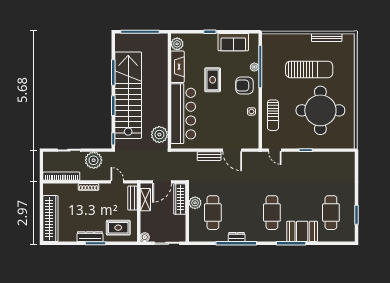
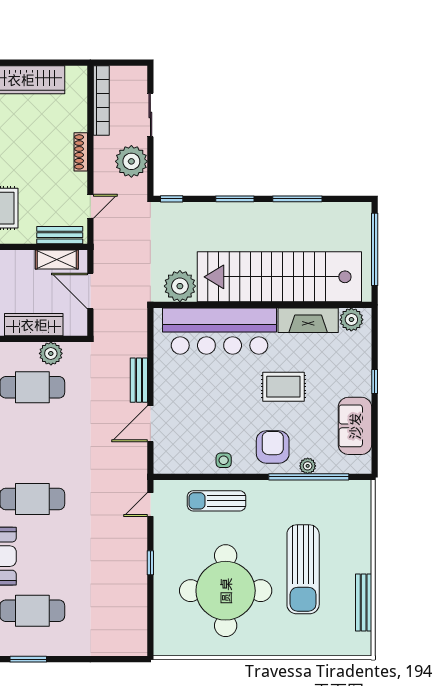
stairs: (128, 95) -> (279, 277), moved, turned 180
wardrobe: (180, 199) -> (34, 325), moved

